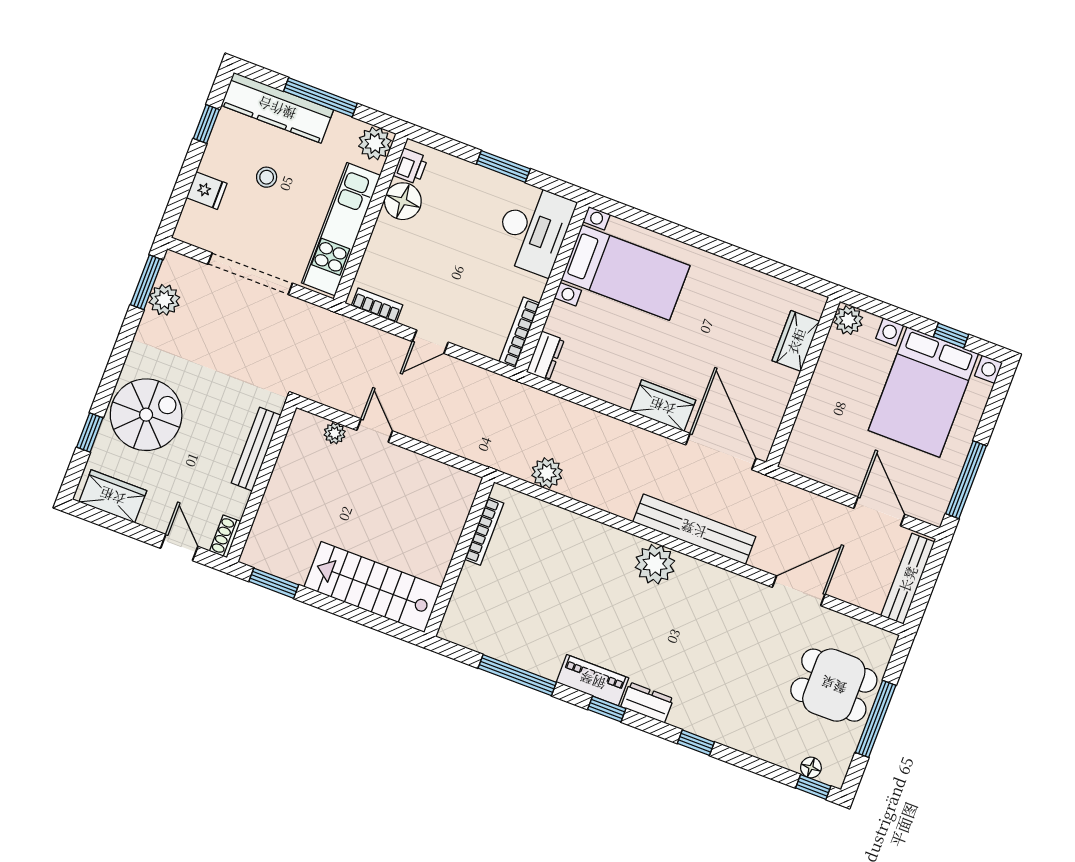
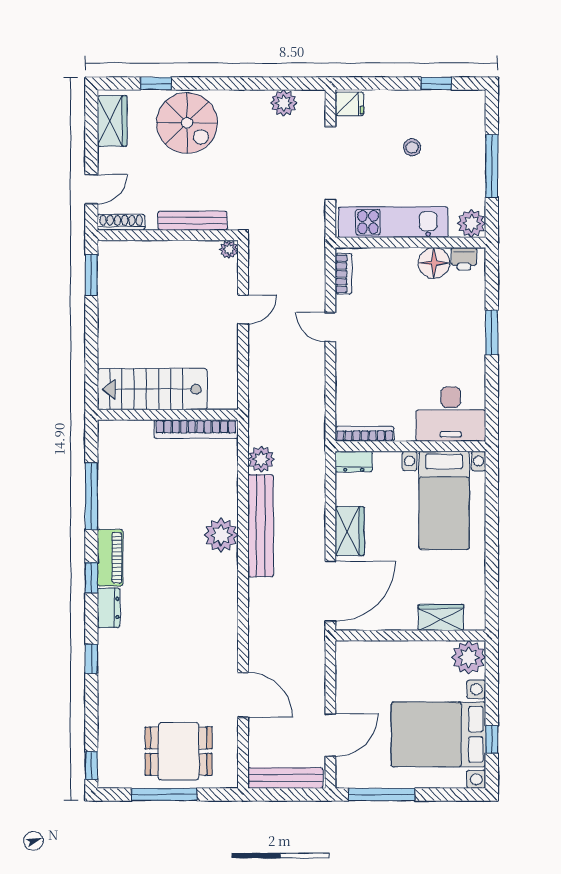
kitchen counter: (277, 108) -> (471, 135), removed
fridge: (207, 191) -> (349, 104), moved, turned -90
desk: (533, 229) -> (451, 414), moved
bed with nightstands: (626, 273) -> (444, 500), moved
window: (147, 282) -> (292, 83), removed
wall: (552, 287) -> (410, 446), moved
plant: (848, 320) -> (469, 657), width x1.36, depth x1.36
bookcase: (519, 332) -> (365, 434), moved
dresser: (545, 356) -> (354, 462), moved
plant: (335, 433) -> (229, 249), moved
bench: (694, 529) -> (261, 526), moved
bookcase: (484, 531) -> (196, 429), width x1.48, depth x1.31
shoe rack: (225, 536) -> (121, 222), width x1.43
plant: (655, 564) -> (221, 535), moved
stairs: (373, 587) -> (152, 389), moved, turned -90
dining table: (834, 685) -> (179, 751), turned 90
floor lamp: (811, 768) -> (106, 758), removed

